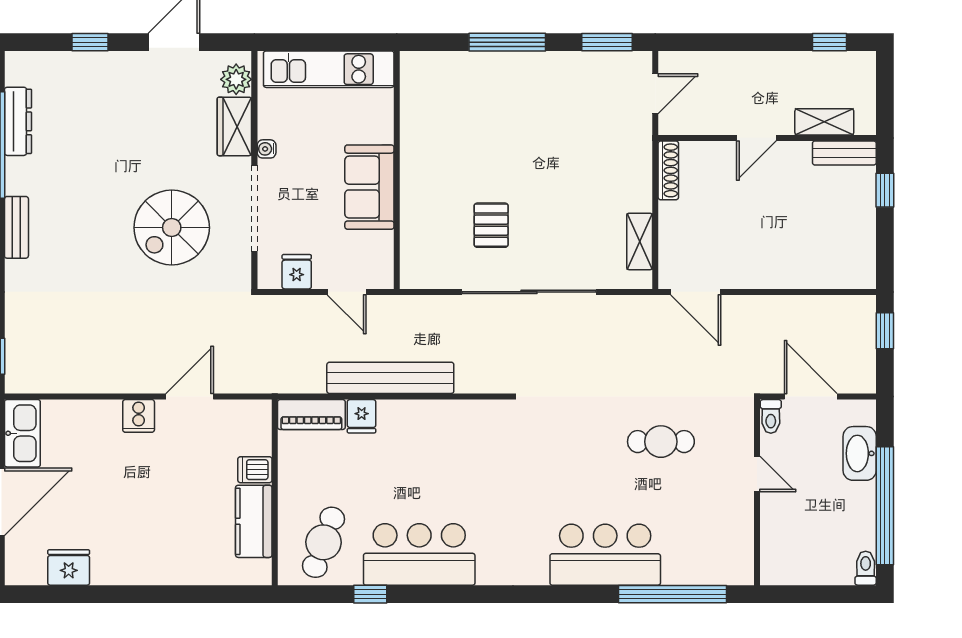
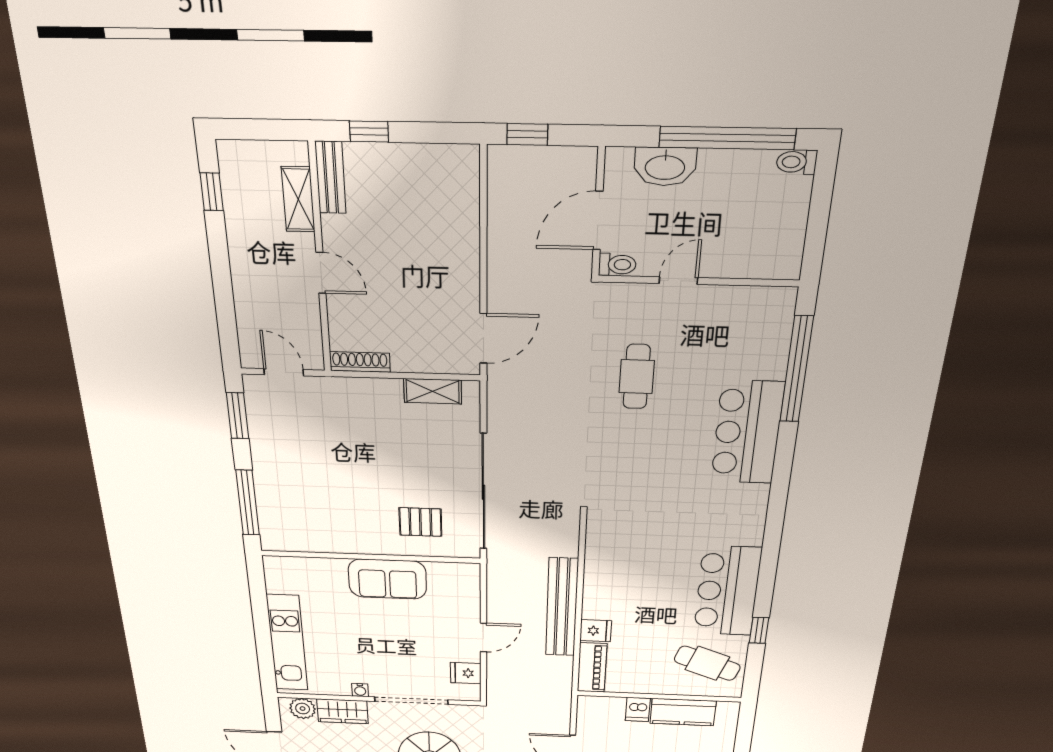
wall: (397, 170) -> (371, 557), moved
sofa: (369, 187) -> (387, 579), moved

